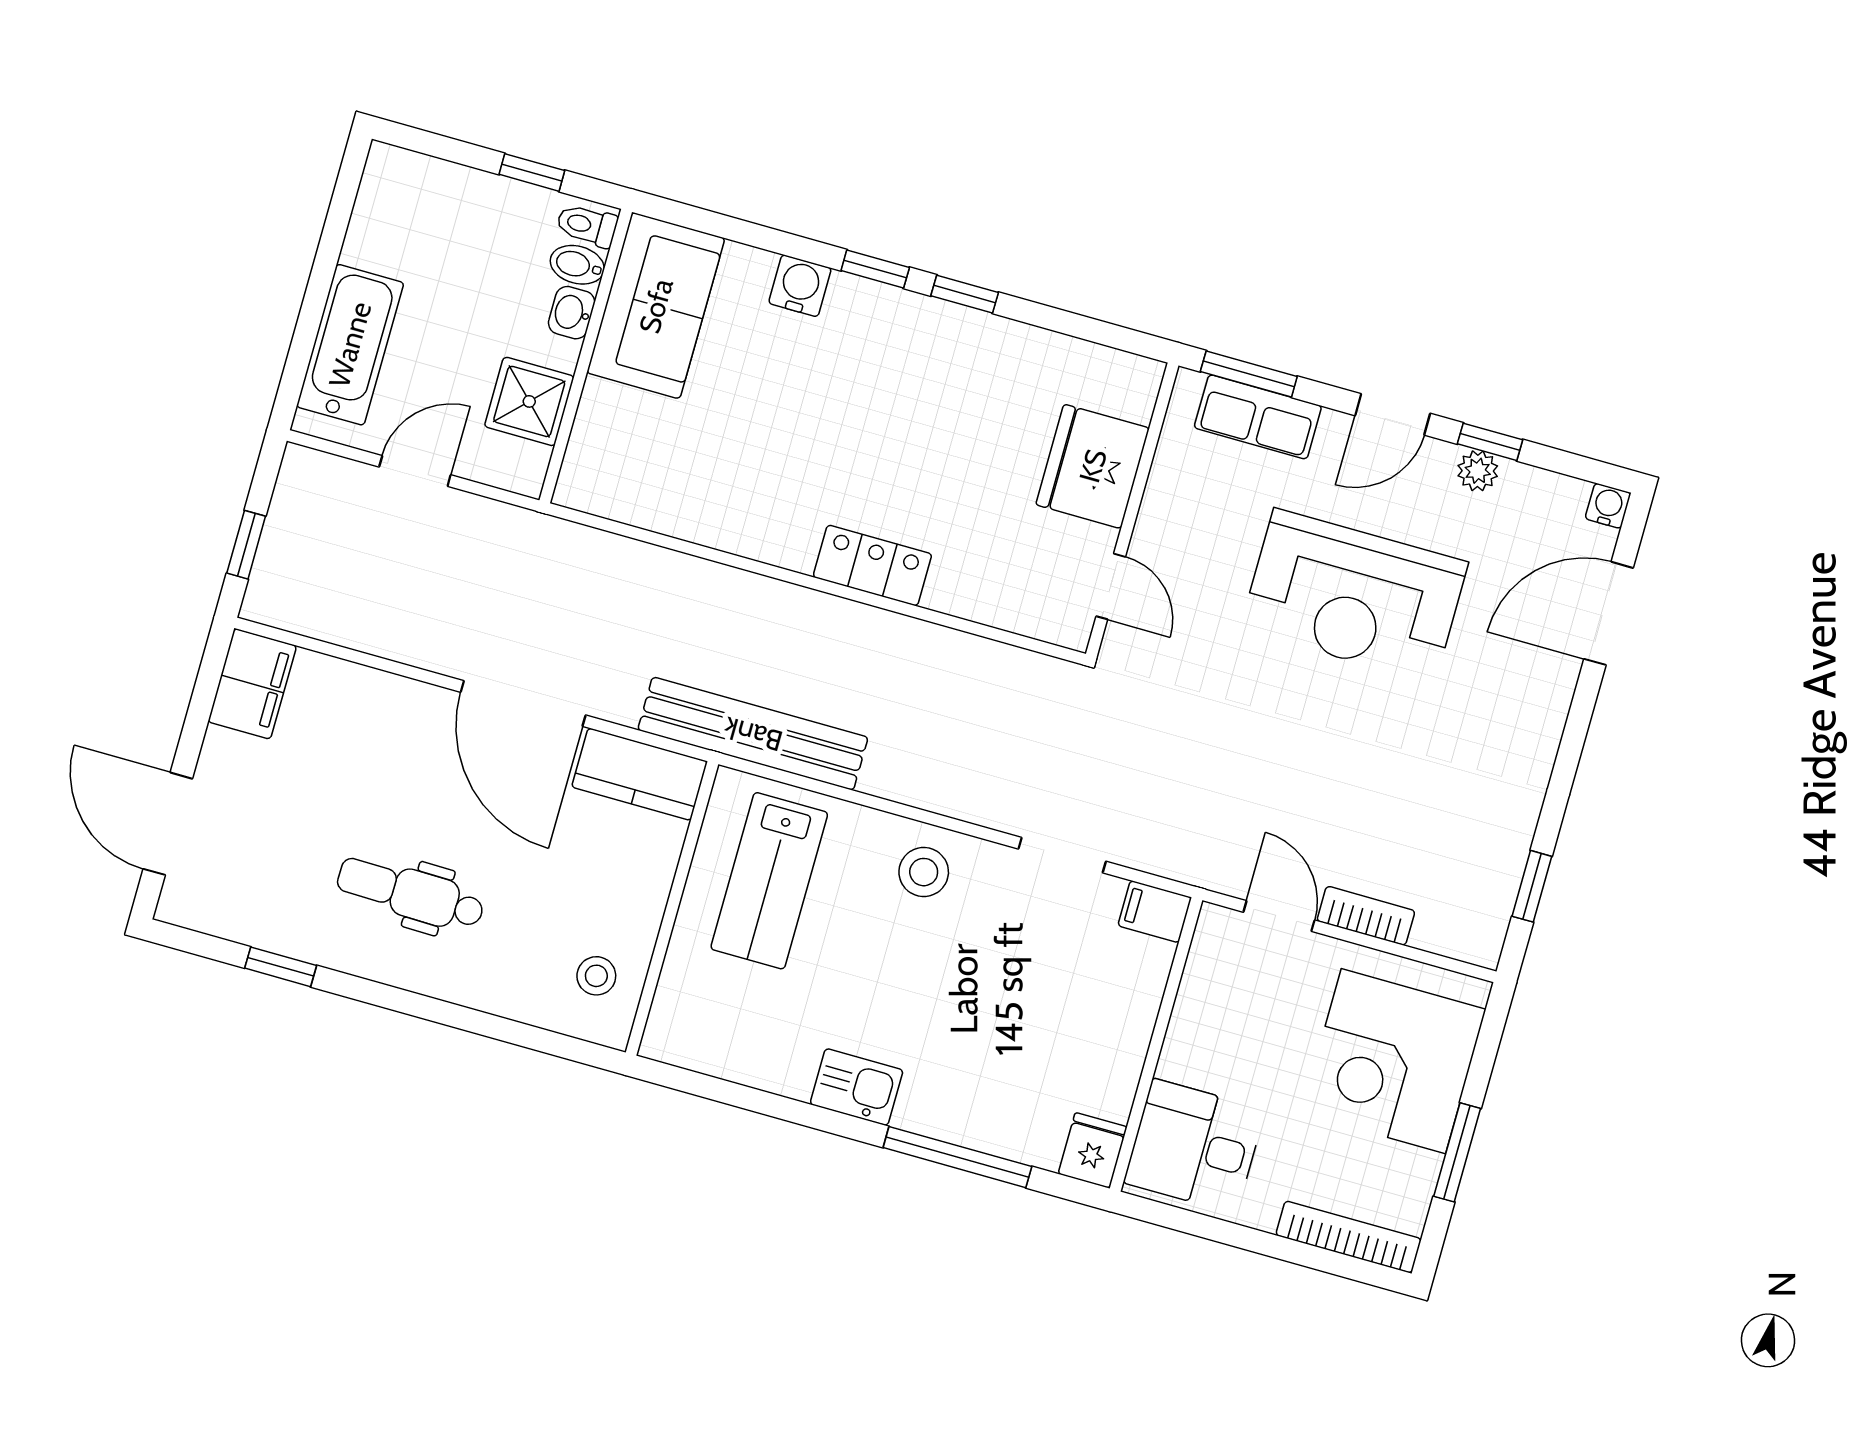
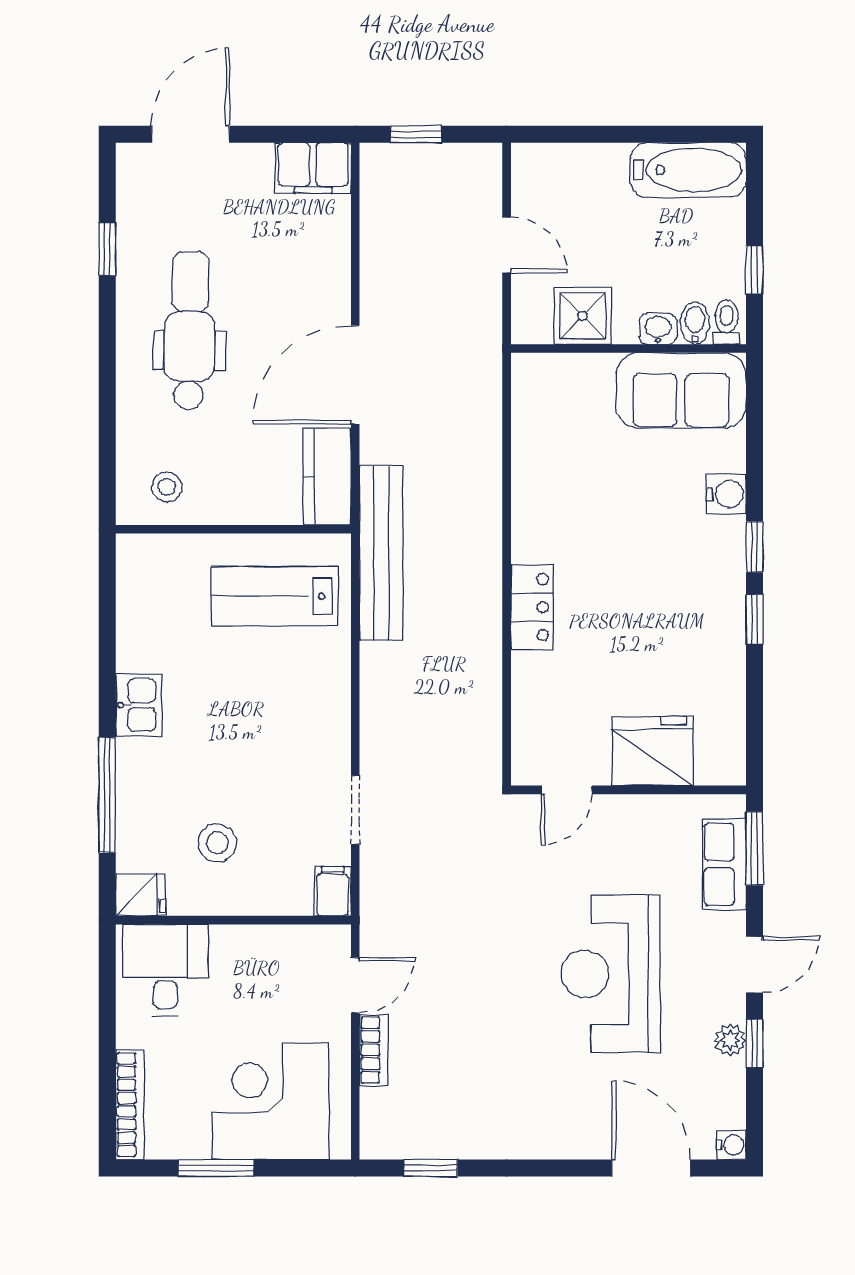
bathtub: (350, 345) -> (688, 170), moved
door: (1393, 414) -> (754, 965), swing flipped
stool: (924, 872) -> (217, 843), moved
dental chair: (411, 893) -> (190, 331), width x1.36, depth x1.38

